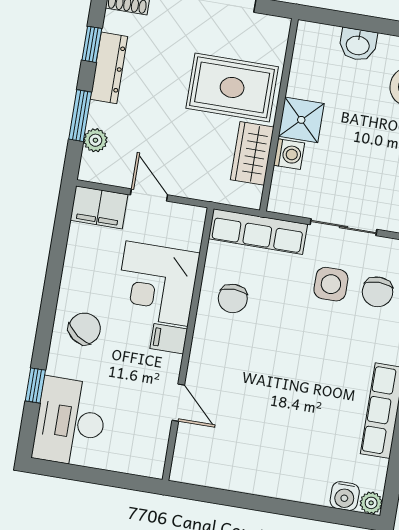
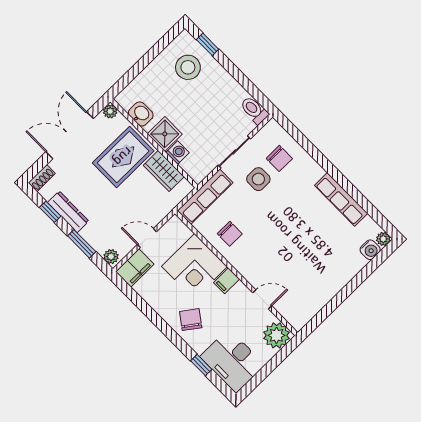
plant: (279, 28) -> (110, 111), added
washbasin: (358, 45) -> (141, 114), moved, turned -90
plant: (95, 140) -> (111, 257), moved
plant: (145, 455) -> (277, 335), added

